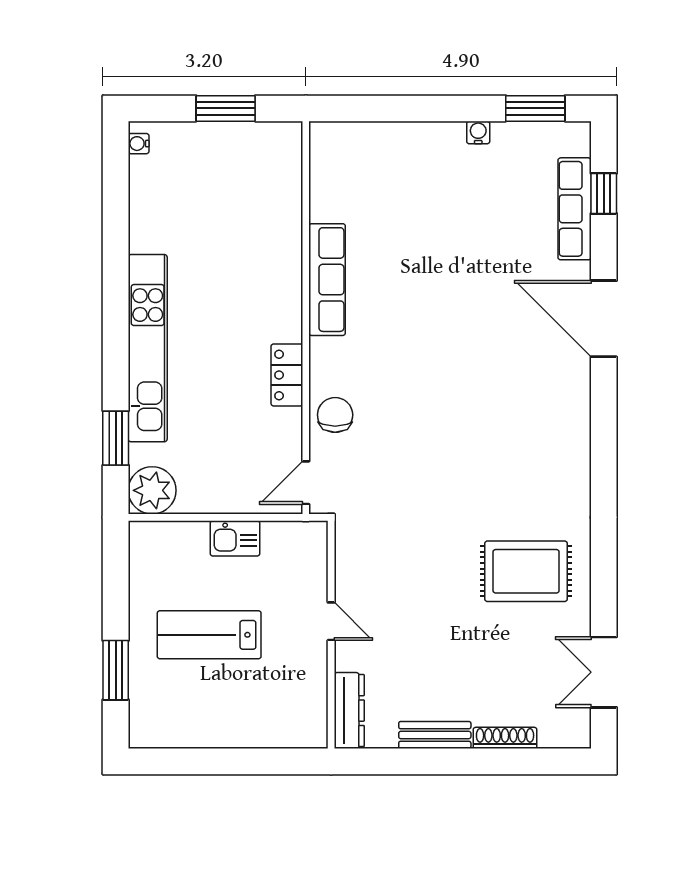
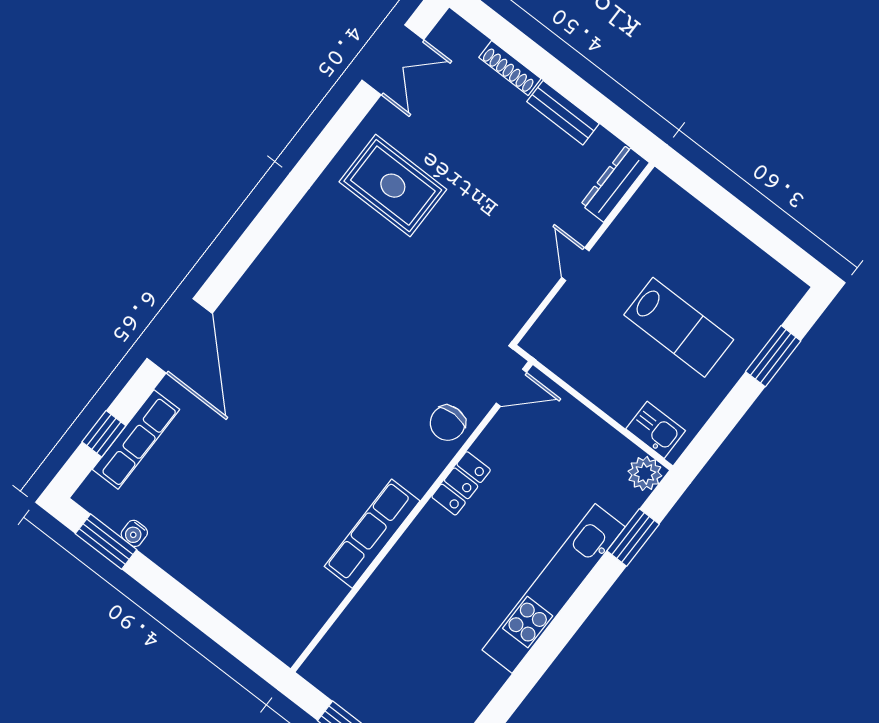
water cooler: (478, 133) -> (134, 533), moved
plant: (152, 490) -> (645, 473), width x0.73, depth x0.73
kitchen sink: (235, 538) -> (656, 430), moved

